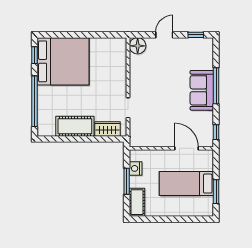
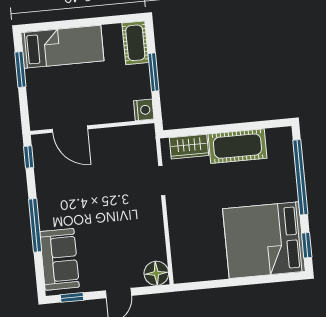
sofa: (202, 90) -> (59, 259), moved
nightstand: (136, 168) -> (144, 110), moved
bed: (186, 184) -> (62, 47), moved

